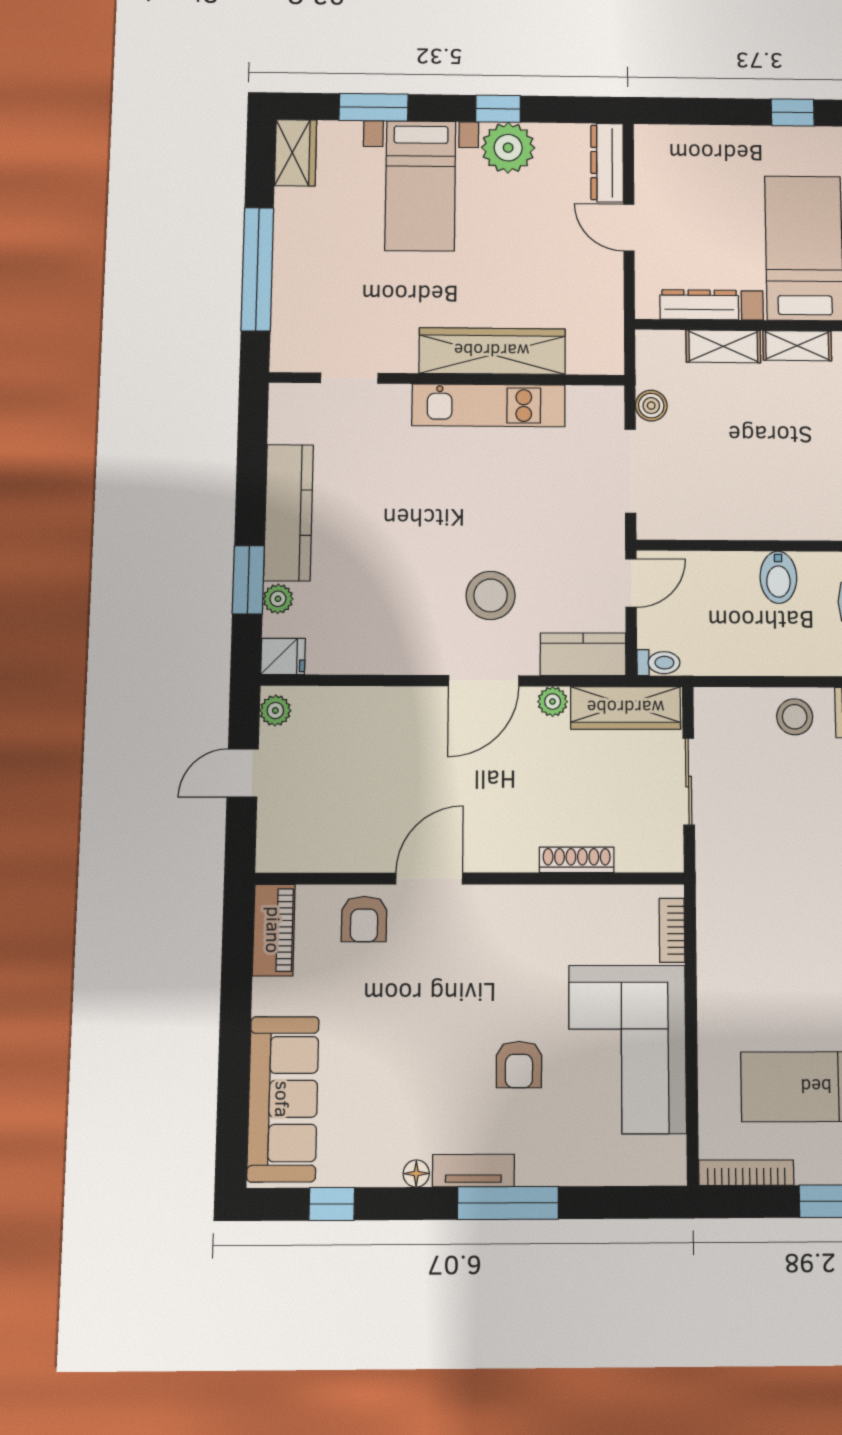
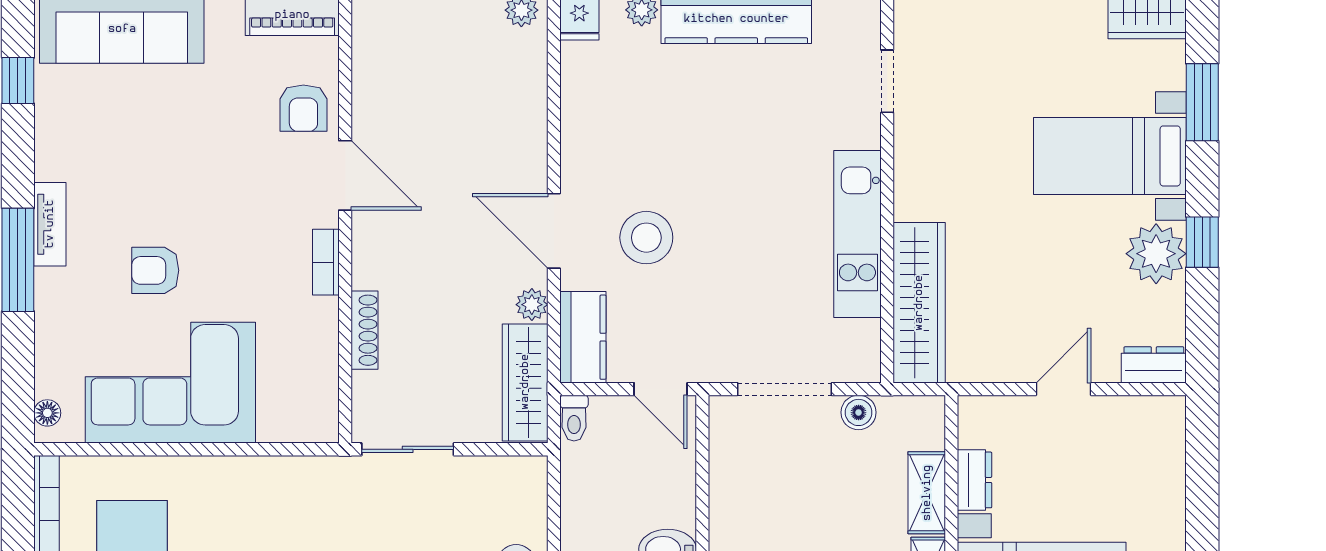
dresser: (607, 163) -> (1154, 365), width x0.70
dresser: (699, 305) -> (974, 480), width x0.70
wardrobe: (492, 351) -> (919, 303), moved
sliding door: (689, 782) -> (408, 449), moved
armchair: (364, 919) -> (303, 108), turned -90
bookcase: (672, 930) -> (326, 262), moved, turned -90
floor lamp: (416, 1174) -> (47, 413), moved

